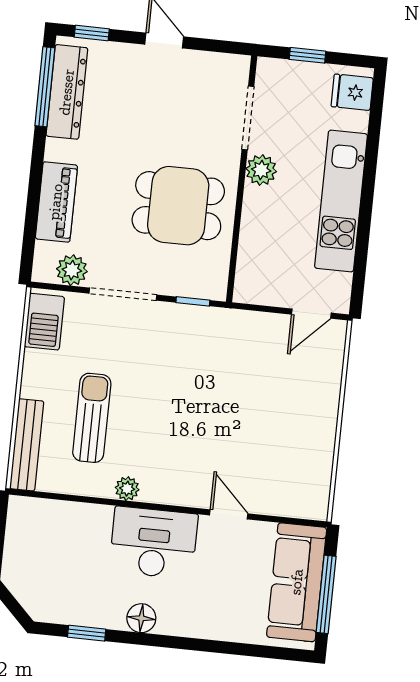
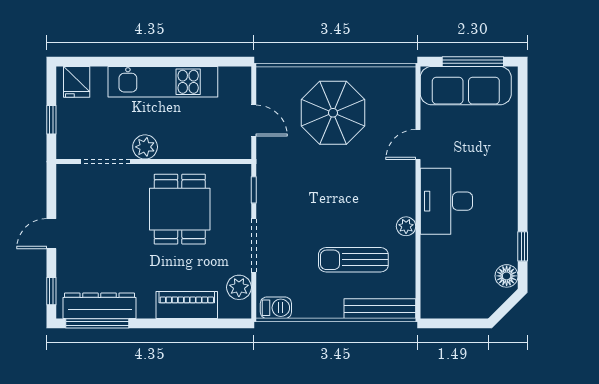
door: (311, 314) -> (254, 120), moved
barbecue: (44, 322) -> (276, 308), width x0.73, depth x0.79
parasol: (280, 411) -> (333, 113), added
floor lamp: (141, 618) -> (507, 276), moved

